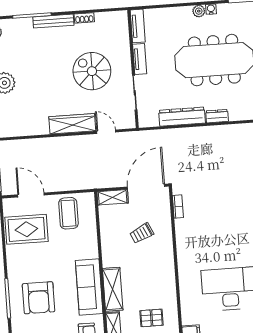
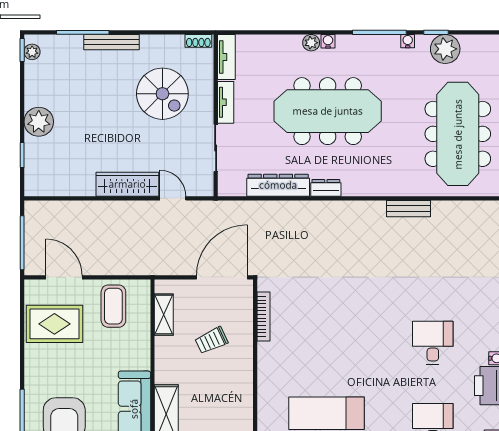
shoe rack: (84, 18) -> (198, 41), moved
spiral stairs: (92, 71) -> (162, 94), moved, turned 180
shelving: (113, 197) -> (164, 315), moved, turned 90
bookcase: (178, 207) -> (263, 316), width x1.56

